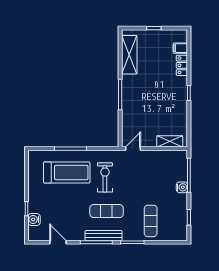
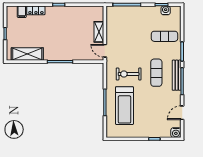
shelving: (170, 141) -> (99, 32), moved
treadmill: (67, 172) -> (124, 106), turned 180
water cooler: (182, 187) -> (166, 10), moved
water cooler: (34, 220) -> (176, 133), moved

